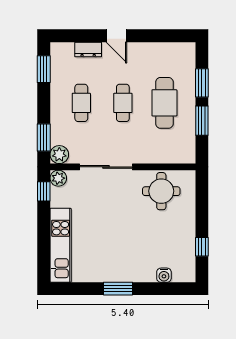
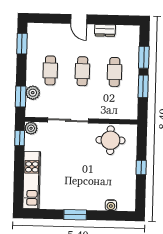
dresser: (88, 49) -> (105, 30), moved
cafe table: (164, 103) -> (115, 72), width x0.73, depth x0.74
plant: (59, 155) -> (33, 93), moved
window: (202, 247) -> (141, 167), moved

